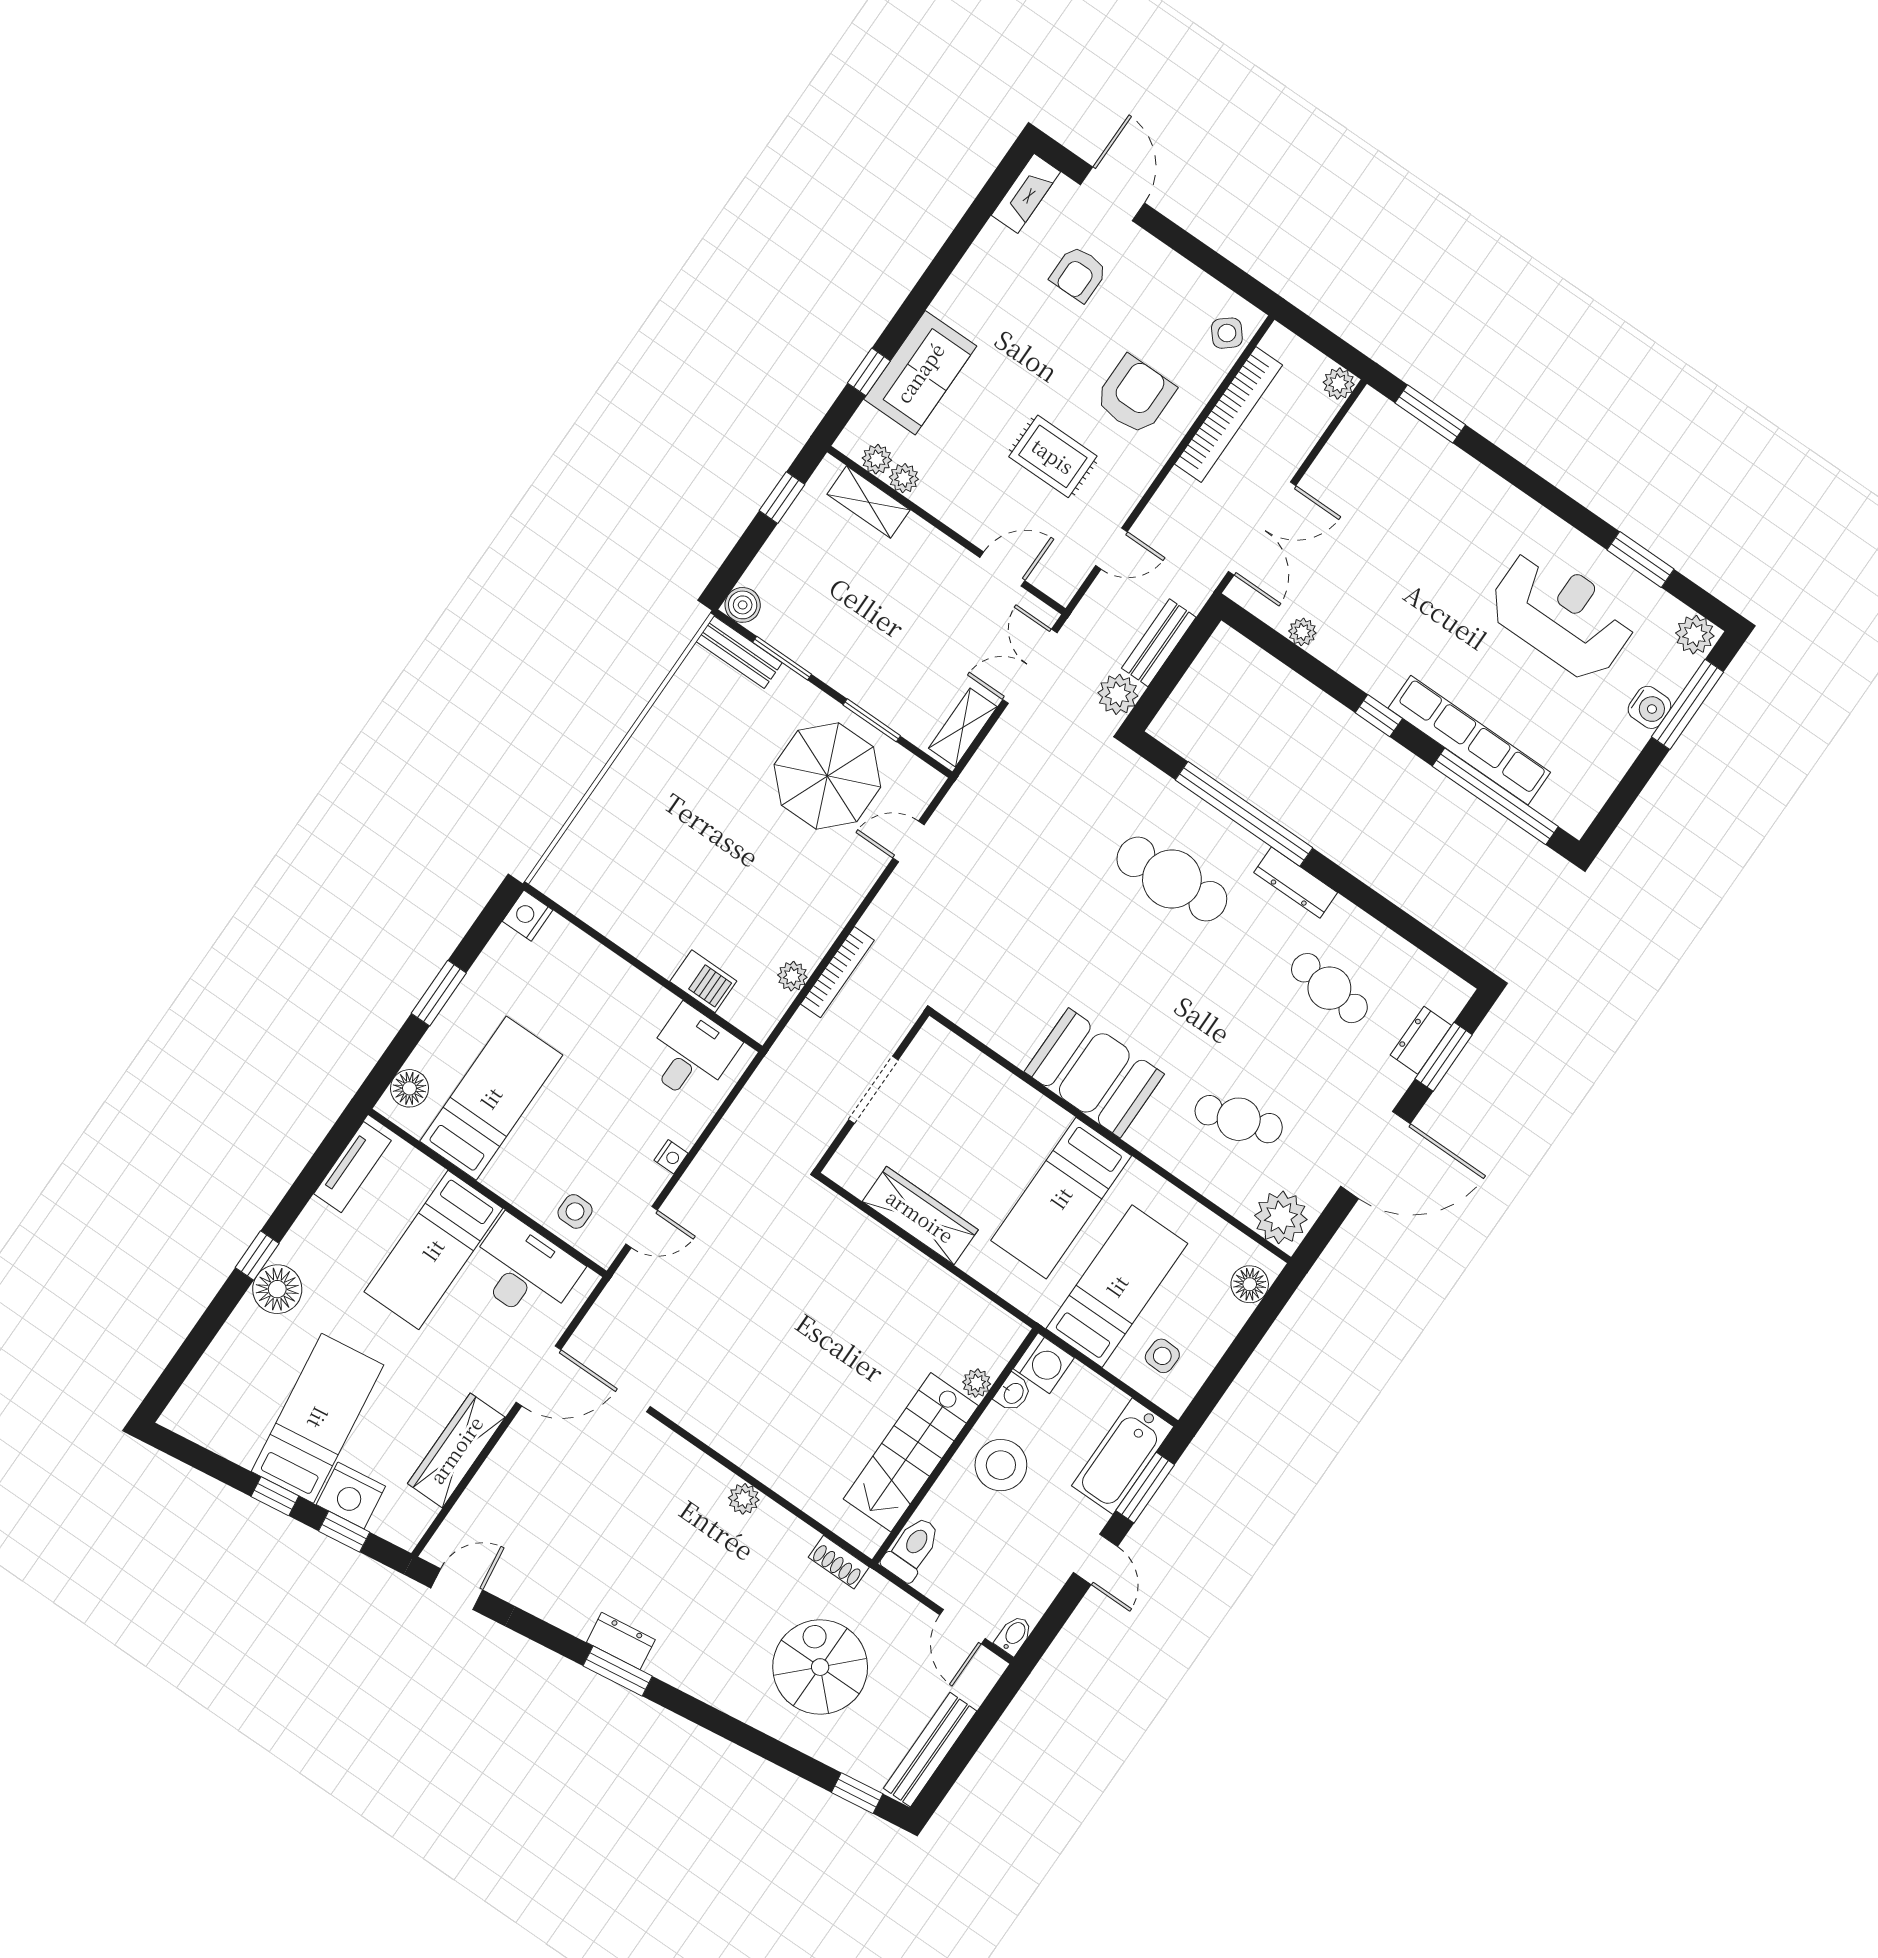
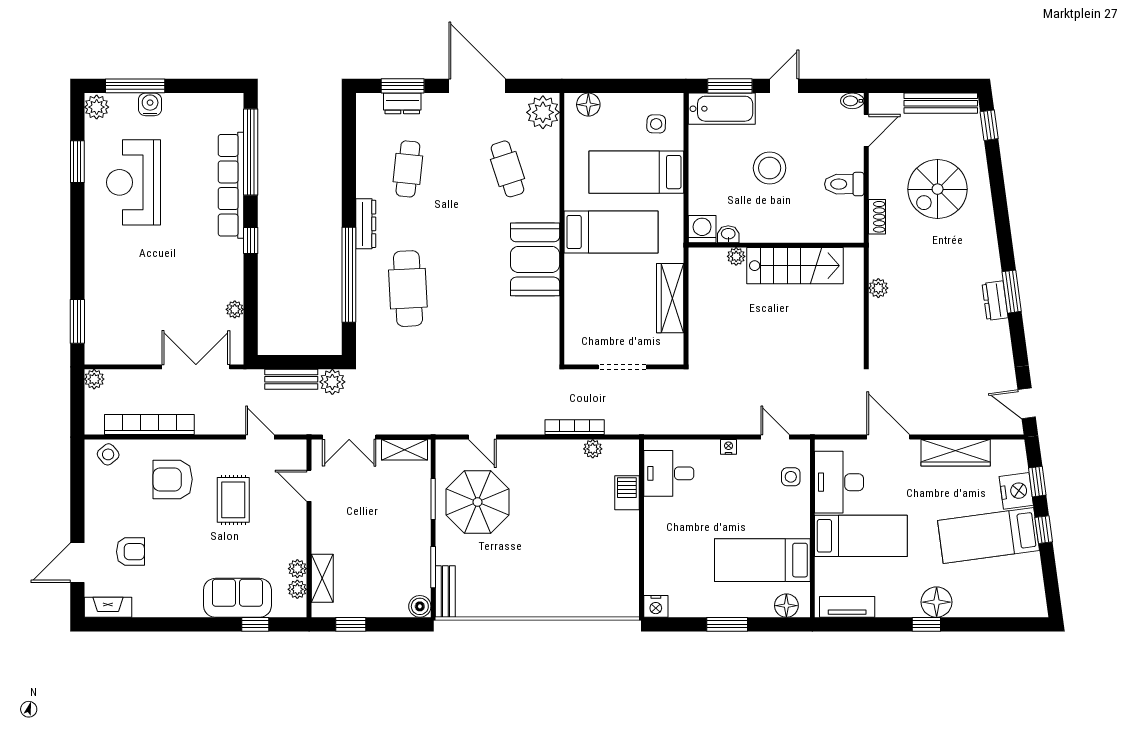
washing machine: (1044, 1363) -> (702, 229), moved
plant: (977, 1383) -> (736, 256), moved
washbasin: (1013, 1393) -> (728, 234), moved
wall: (955, 1446) -> (776, 245), moved
stairs: (911, 1452) -> (795, 266), moved

